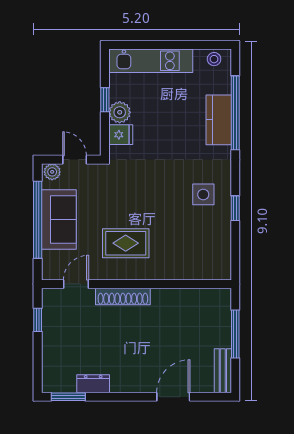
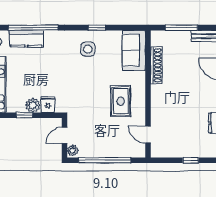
kitchen counter: (219, 120) -> (26, 39), moved
sofa: (59, 219) -> (134, 50), moved, turned -90
shoe rack: (123, 297) -> (156, 65), moved
window: (38, 320) -> (191, 160), moved

